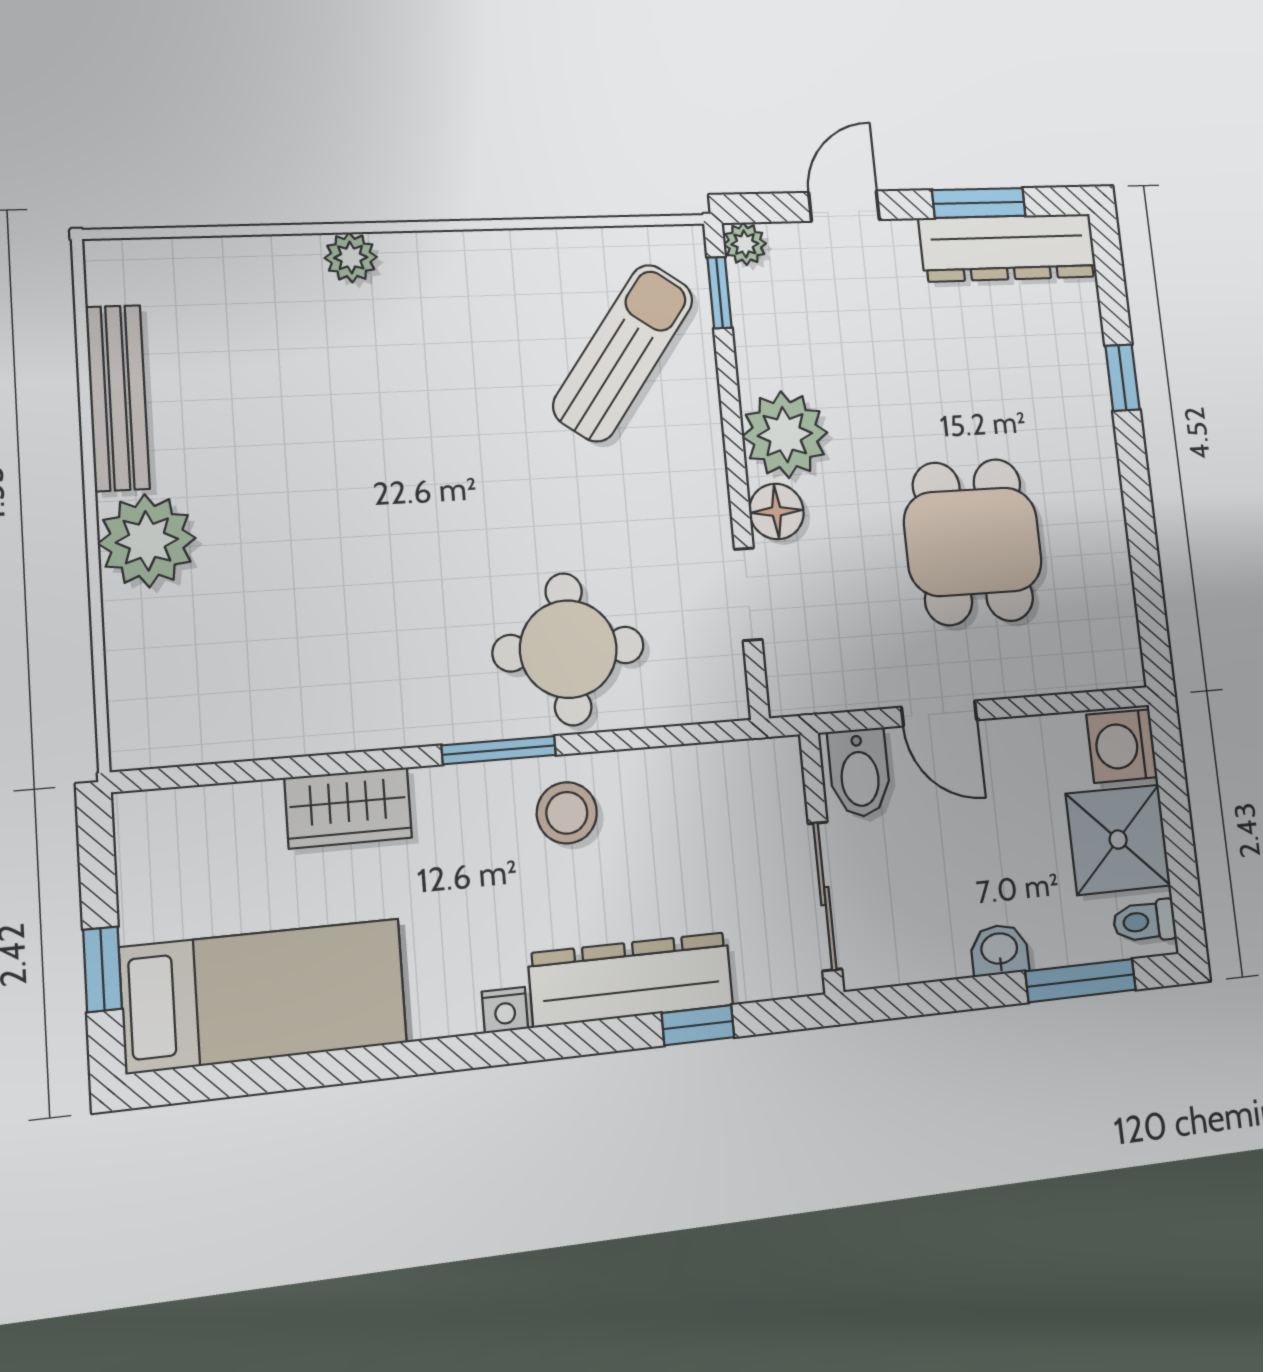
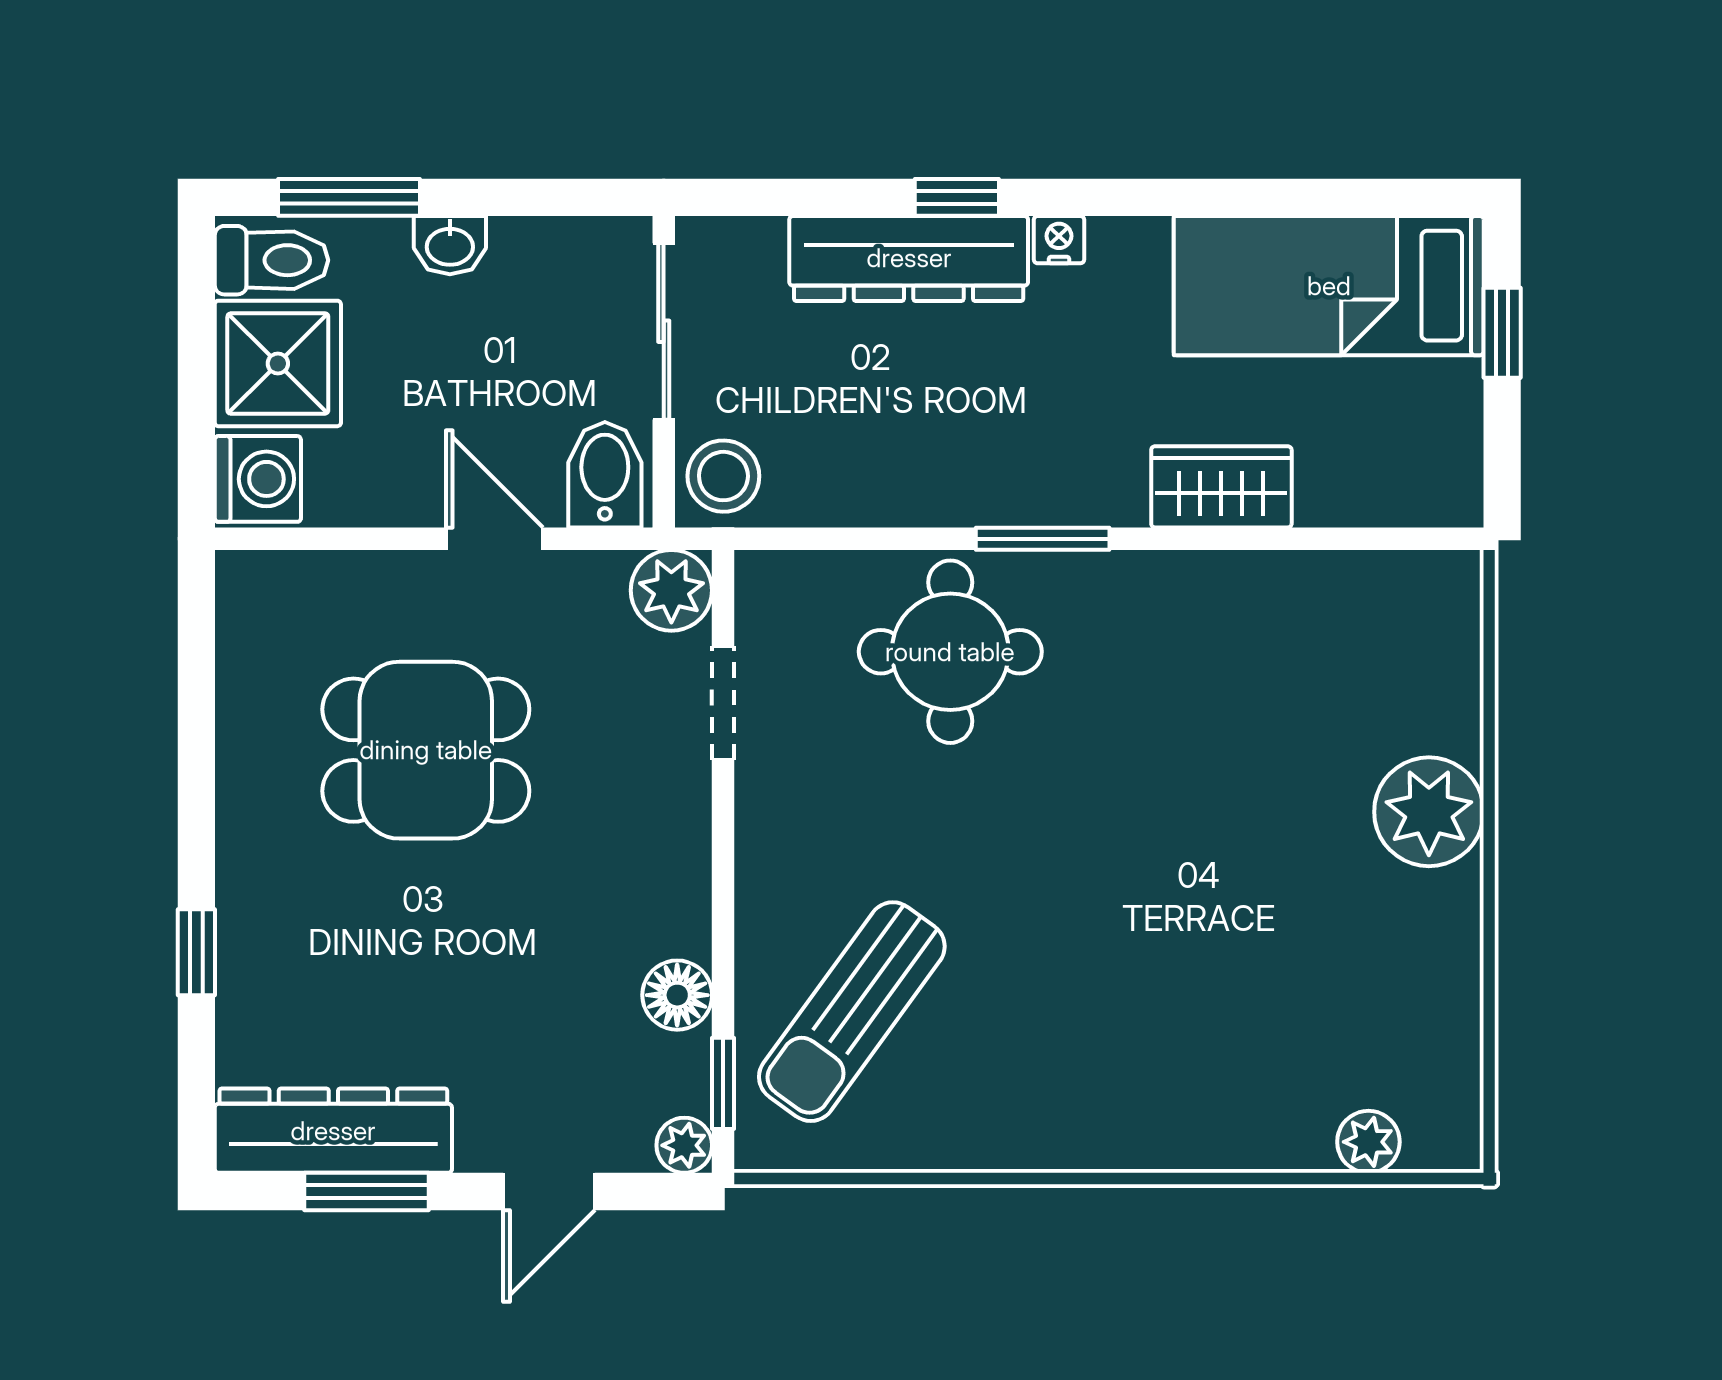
plant: (351, 257) -> (1368, 1142), moved
bench: (118, 398) -> (1453, 982), removed
plant: (785, 435) -> (671, 590), moved, width x0.73, depth x0.73
floor lamp: (776, 511) -> (677, 995), moved
dining table: (973, 542) -> (426, 750), turned 90
stool: (567, 813) -> (723, 476), moved
toilet: (1144, 921) -> (272, 260), width x1.37, depth x1.39
window: (698, 1025) -> (957, 197), moved

